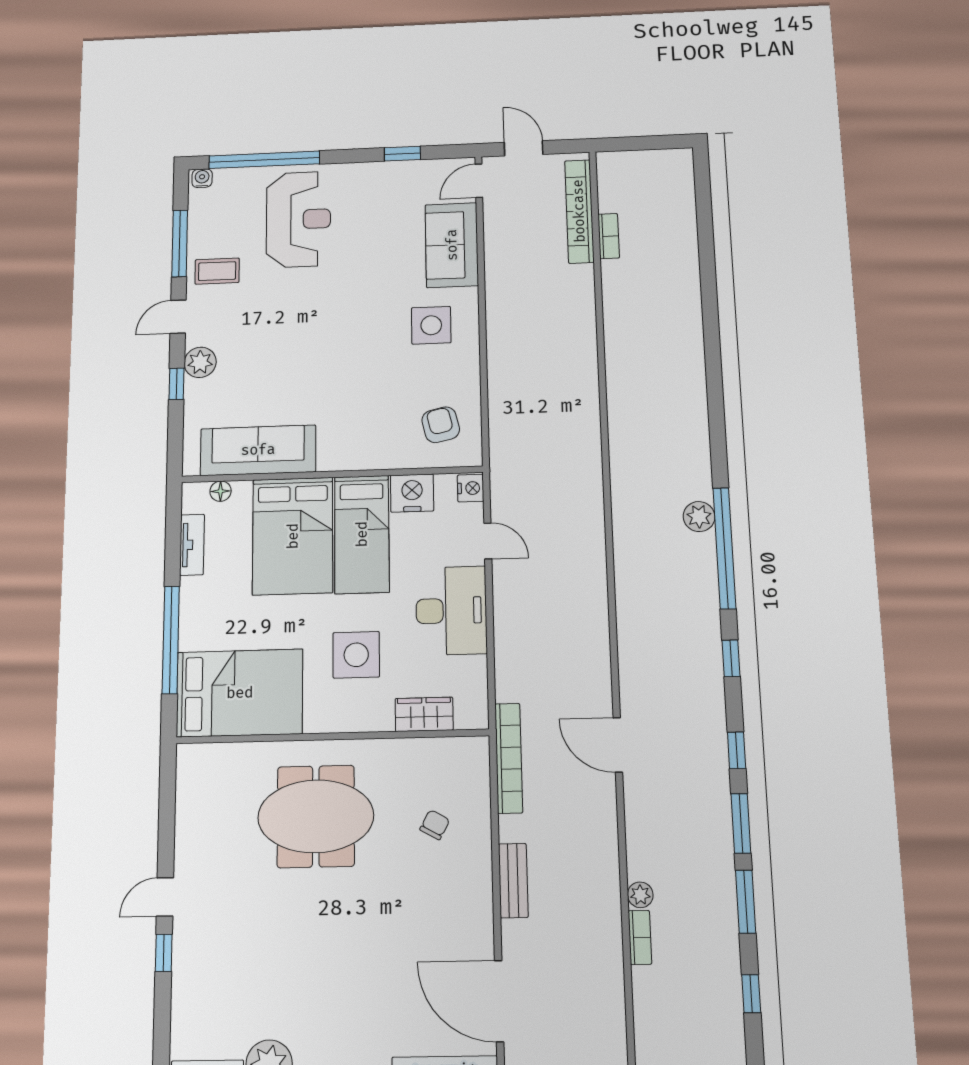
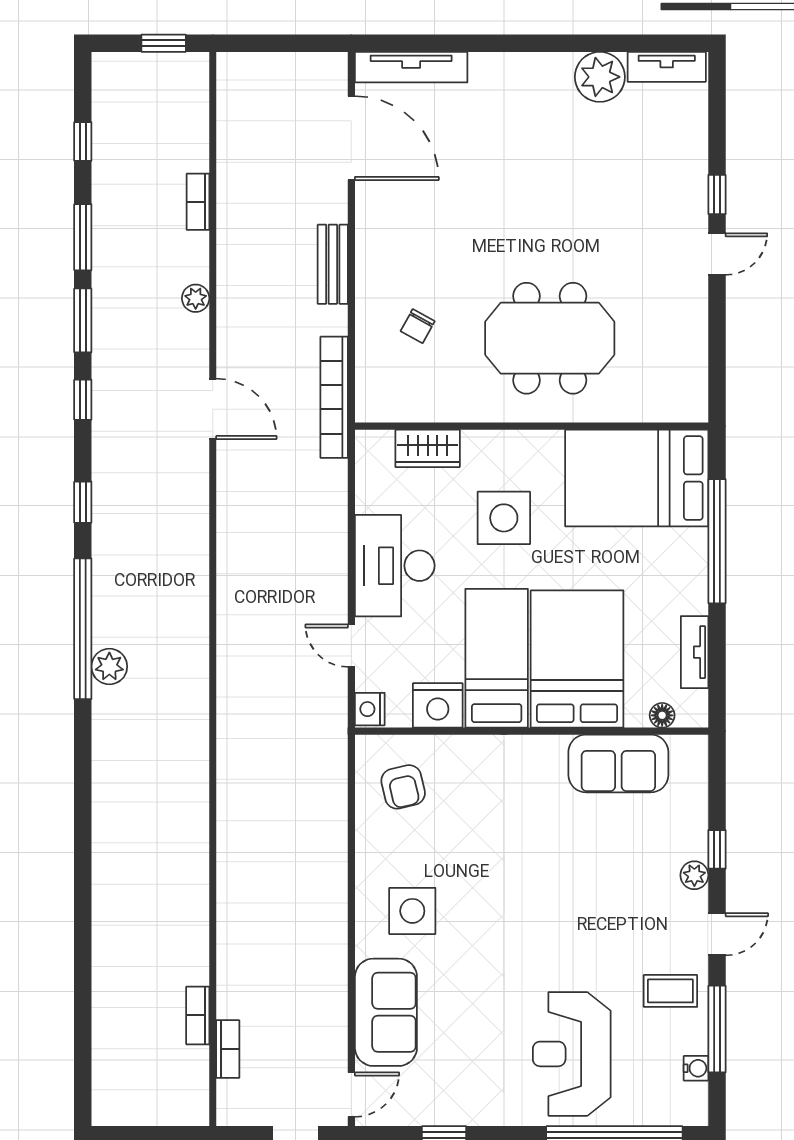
water cooler: (202, 178) -> (696, 1068), moved, turned -90
bookcase: (579, 211) -> (228, 1049), width x0.43, depth x0.76
plant: (200, 362) -> (694, 875), width x0.73, depth x0.73
sofa: (258, 450) -> (618, 763), width x0.73
plant: (640, 895) -> (196, 298), moved

